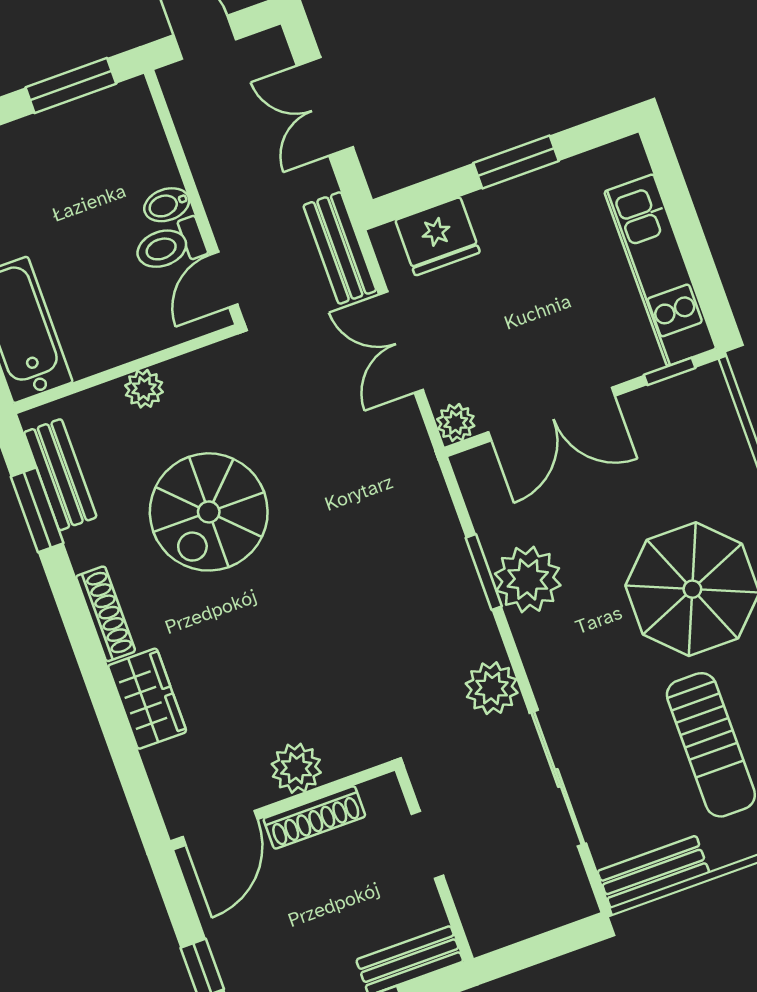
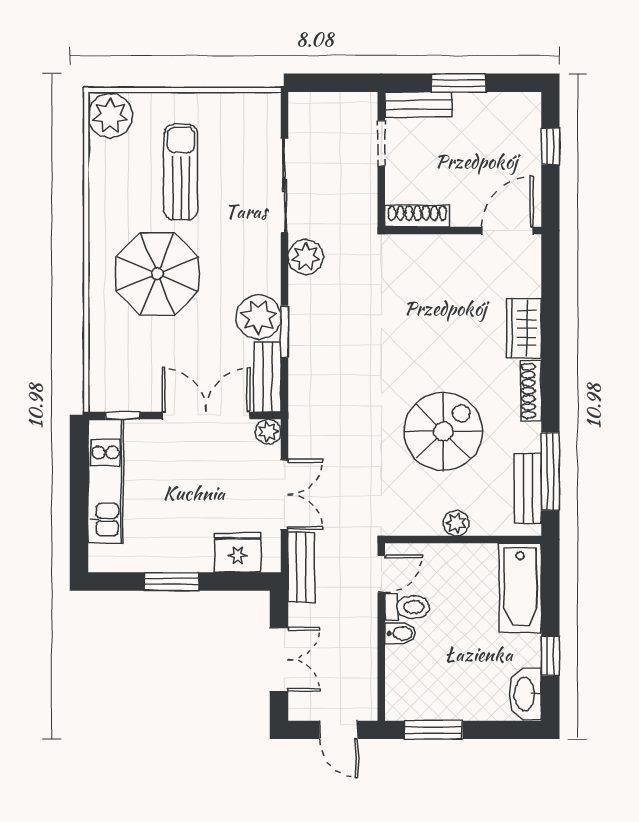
window: (37, 510) -> (550, 471), width x1.44
plant: (296, 768) -> (446, 251), removed
shoe rack: (314, 817) -> (417, 216), moved
doorway: (427, 845) -> (381, 143), moved
bench: (653, 872) -> (267, 377), moved, turned 90

